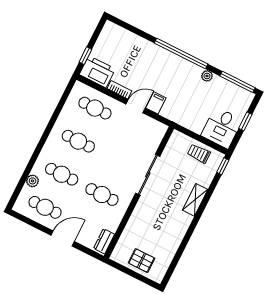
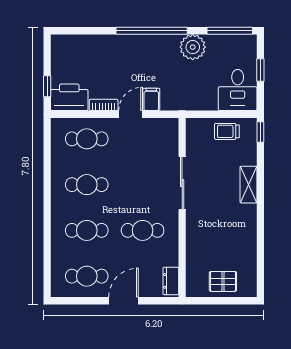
plant: (207, 76) -> (193, 47), width x1.87, depth x1.87
plant: (32, 181) -> (58, 254), removed

